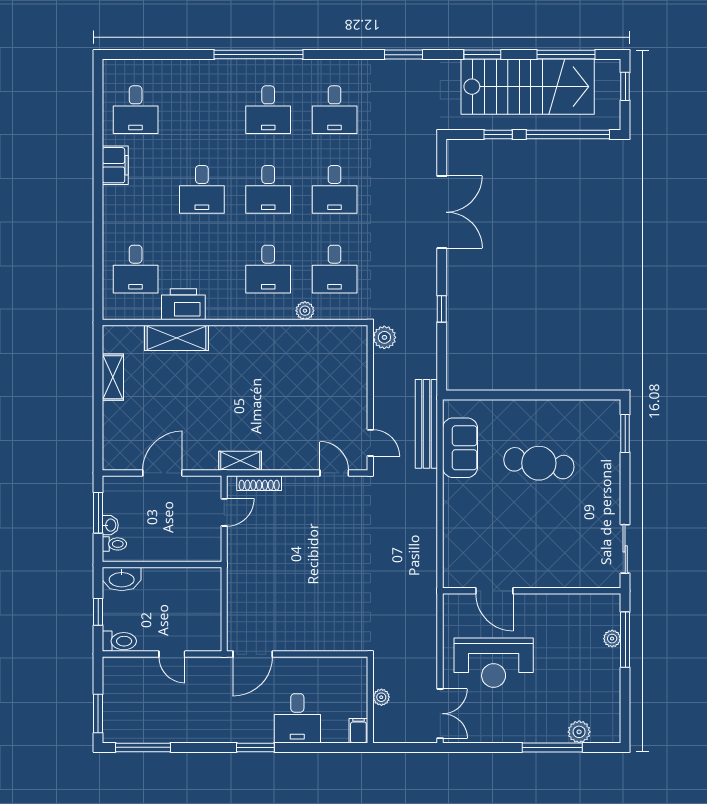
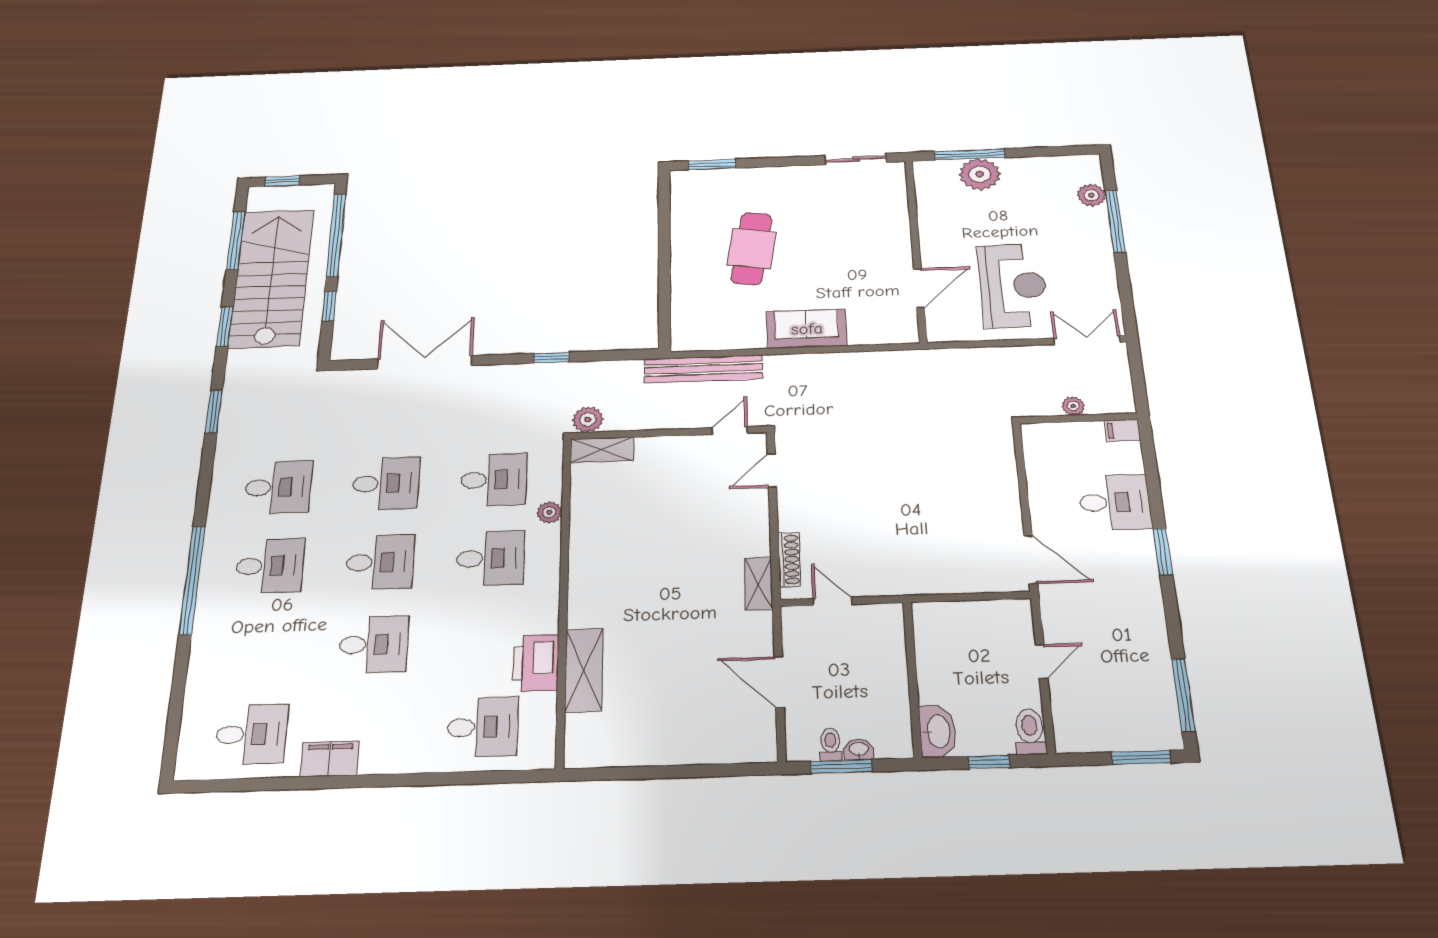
shelving: (113, 377) -> (602, 450), moved
sofa: (460, 448) -> (807, 329), moved
toilet: (114, 544) -> (831, 745), moved
plant: (612, 639) -> (980, 174), width x1.87, depth x1.87

